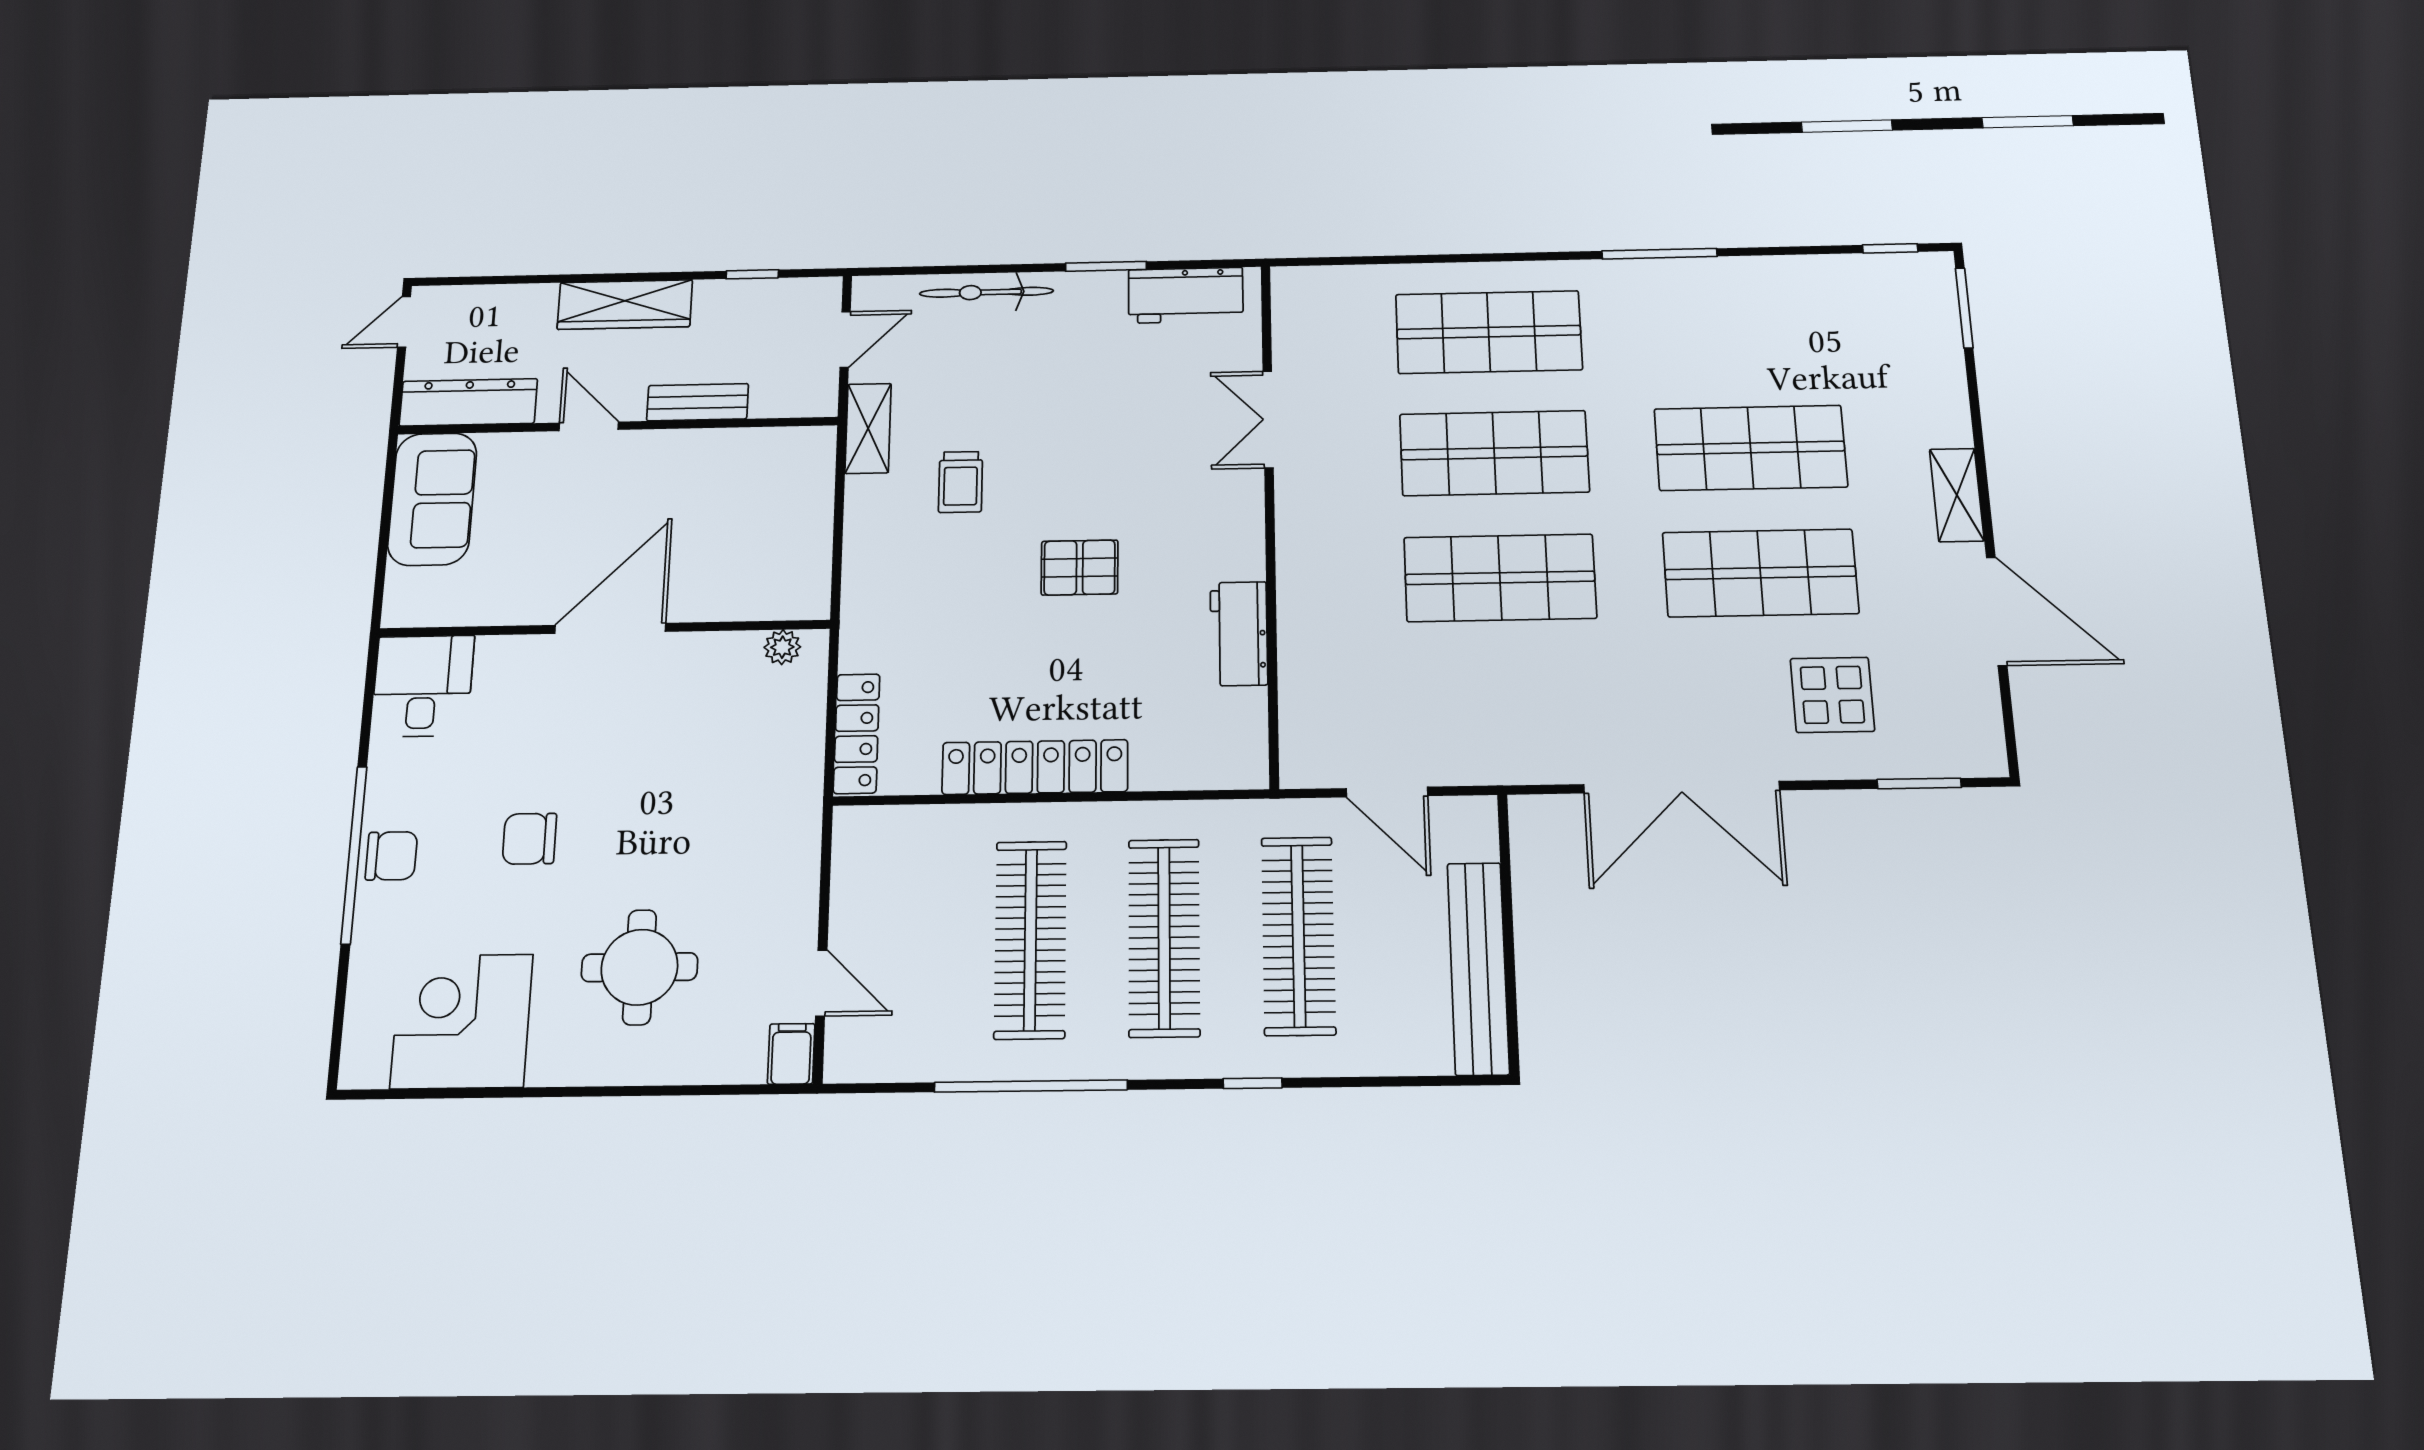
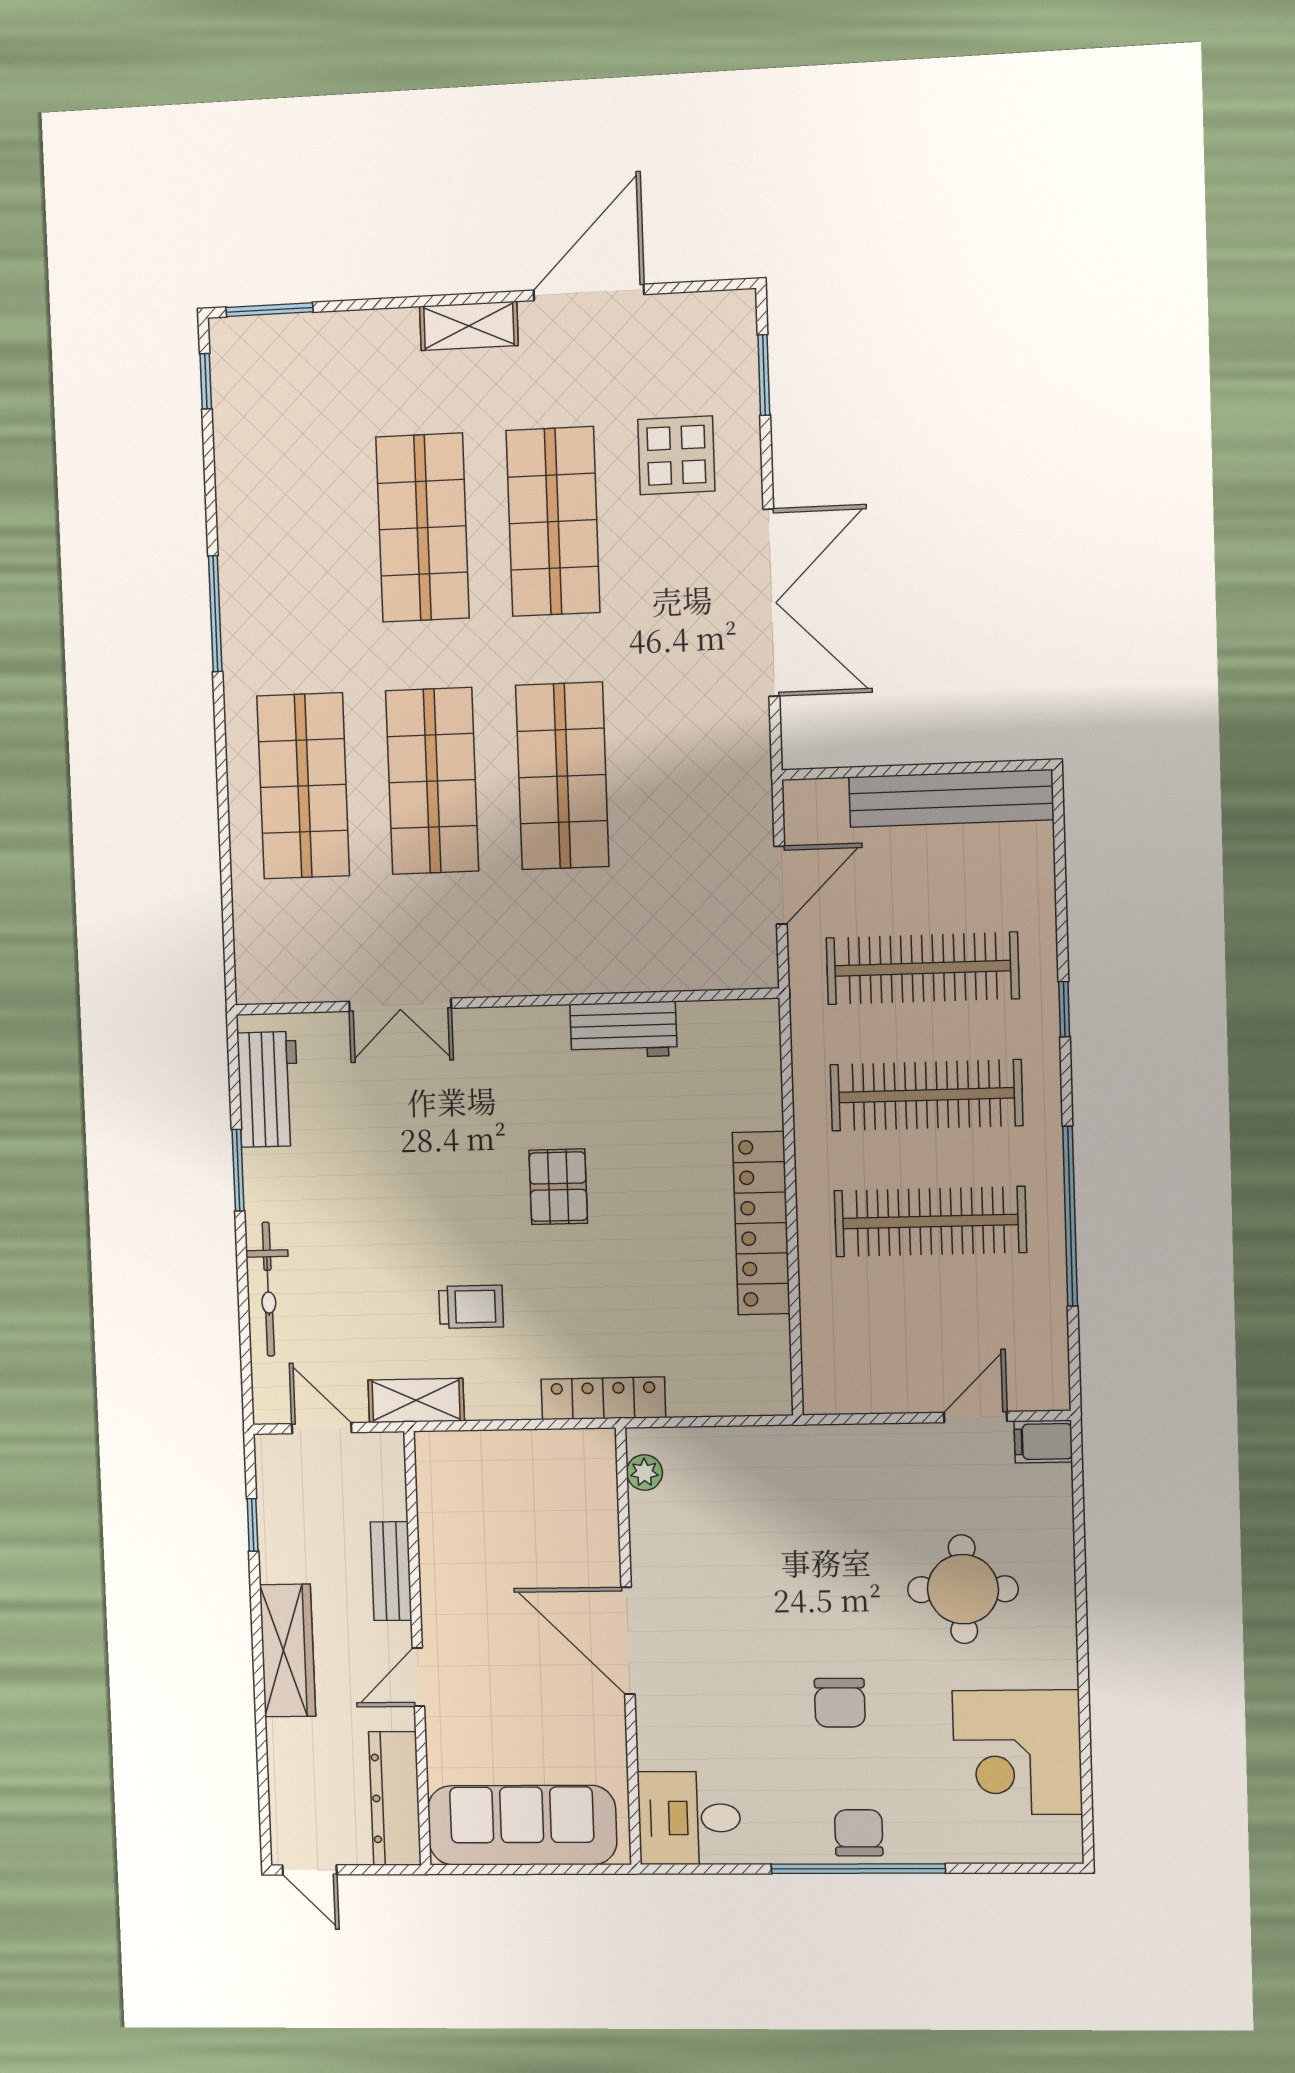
sofa: (432, 499) -> (522, 1825), width x1.36
locker: (857, 734) -> (603, 1398), moved

